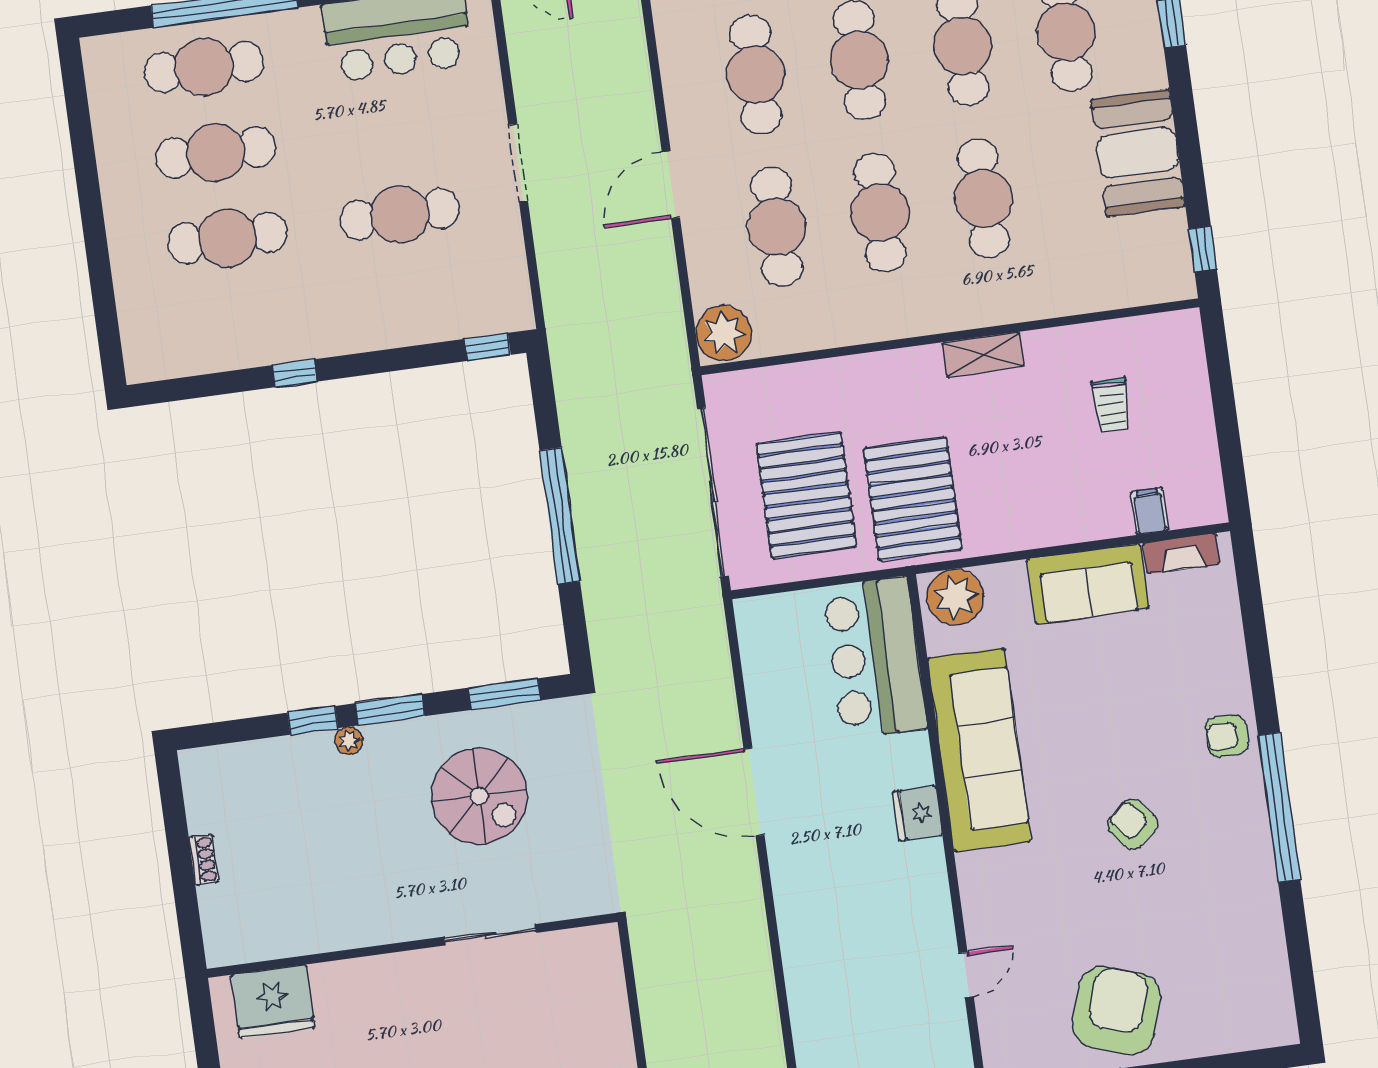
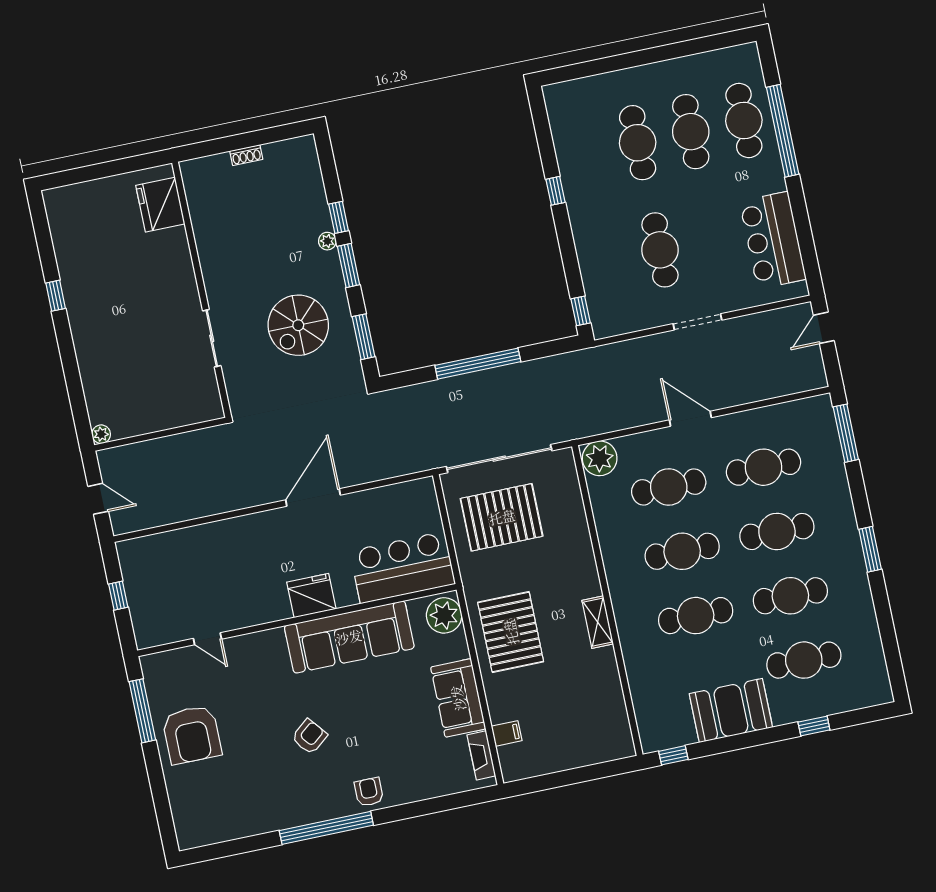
trolley: (1111, 405) -> (571, 705), removed
pallet: (913, 499) -> (511, 632), moved, turned 90
fridge: (918, 813) -> (311, 596), width x1.36, depth x1.34
armchair: (1116, 1010) -> (192, 735), turned 72

